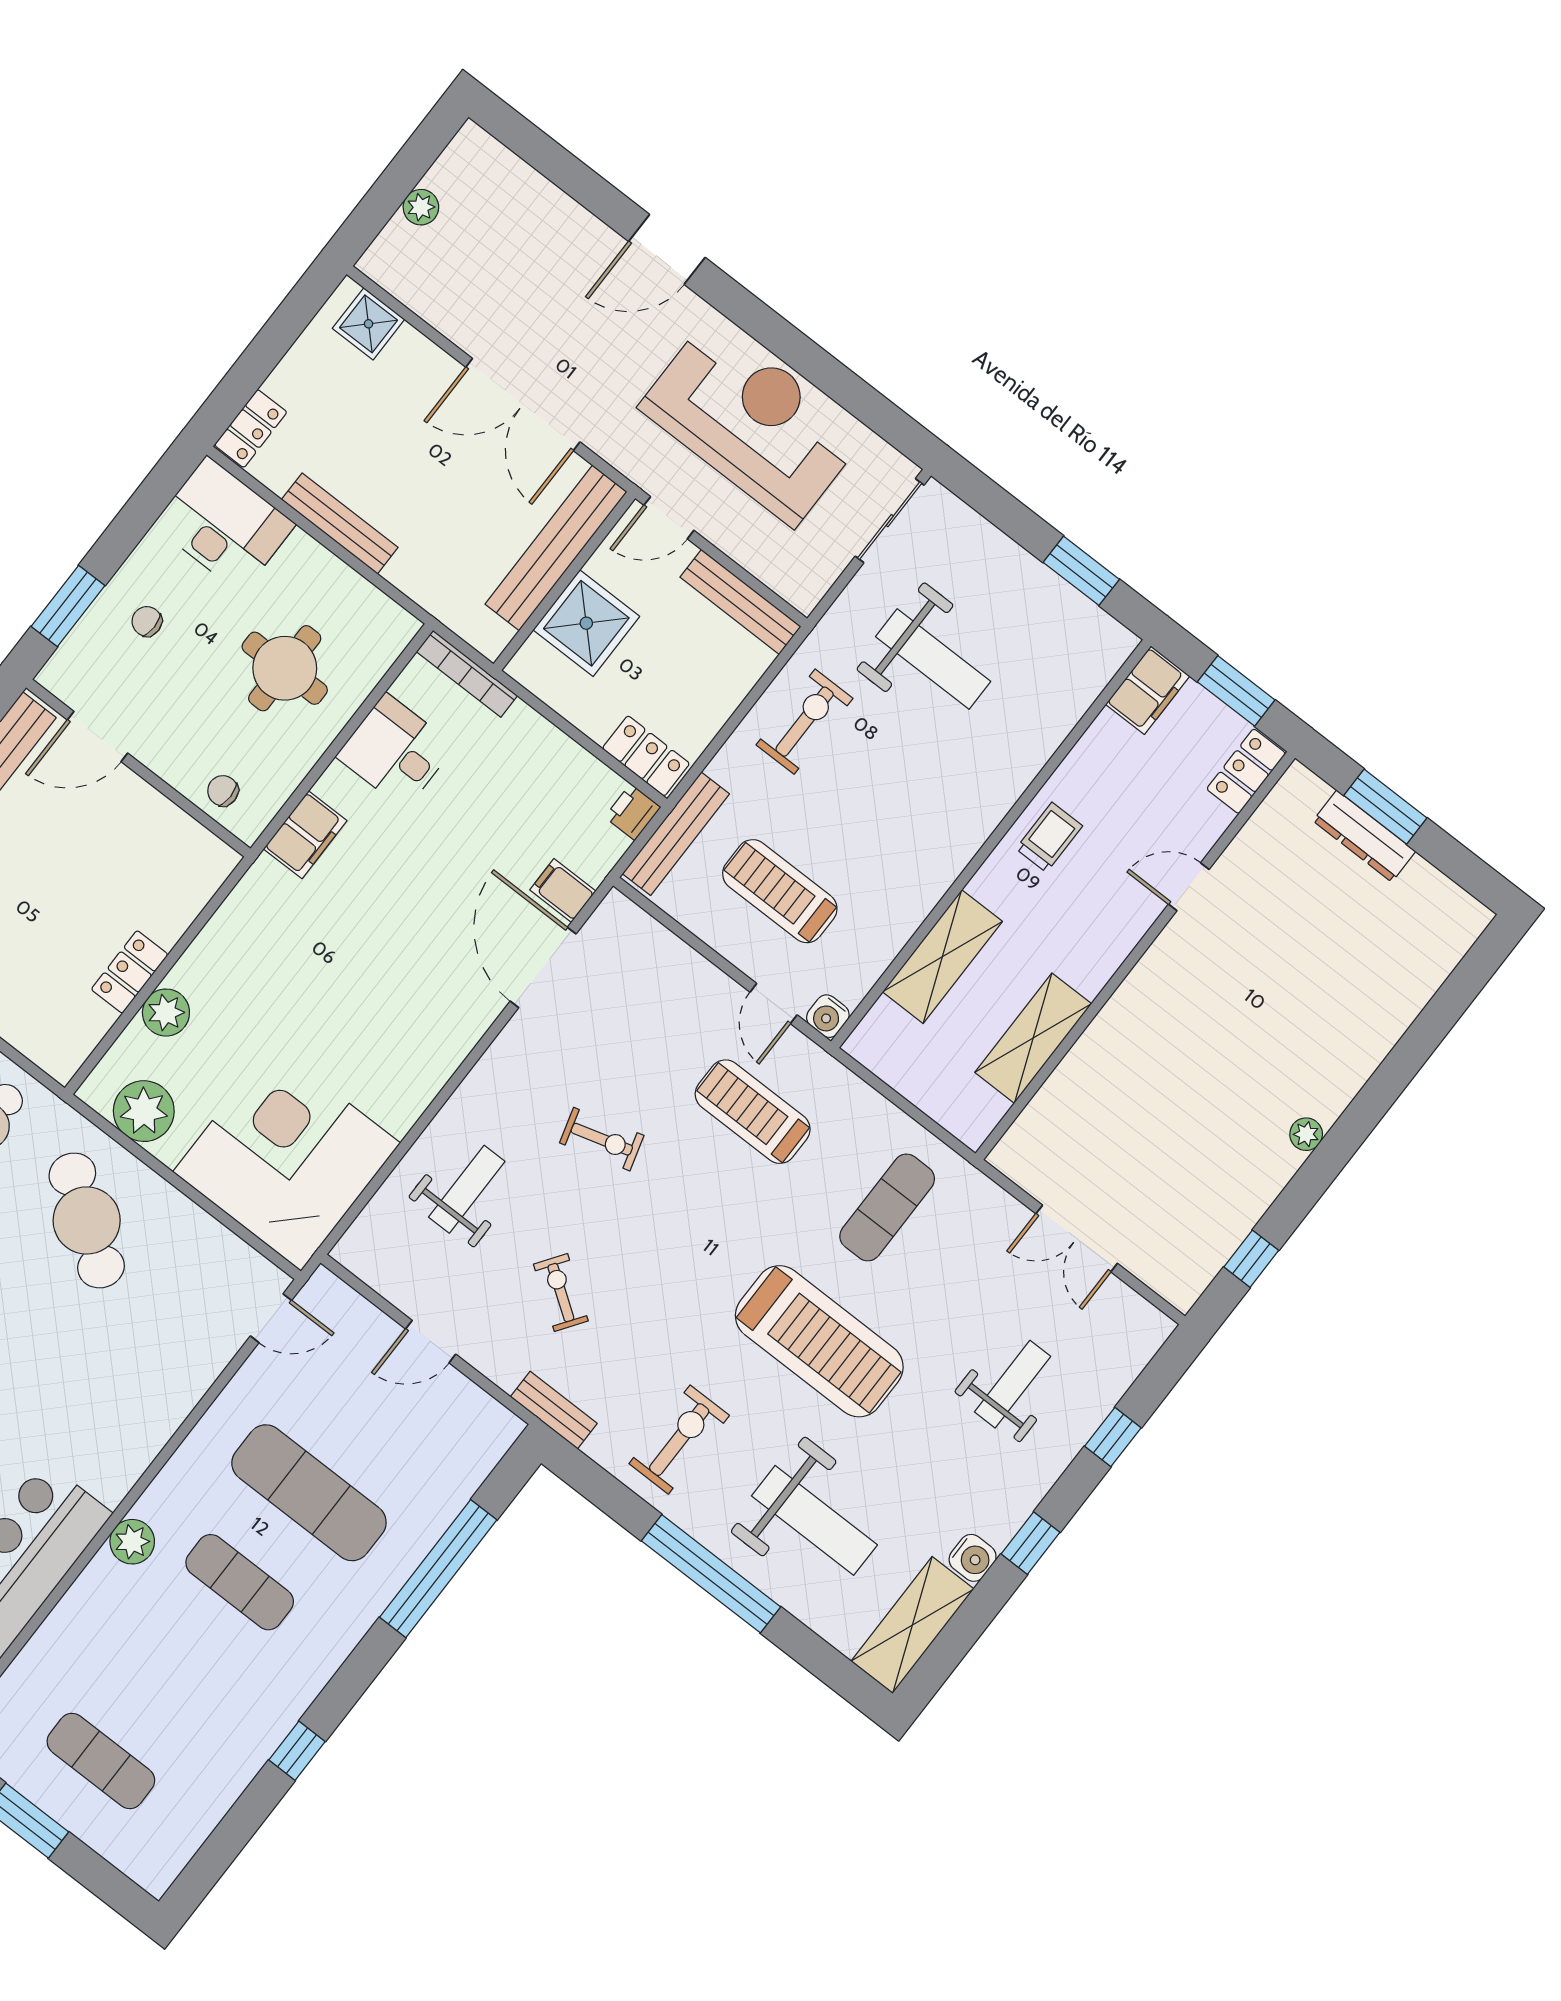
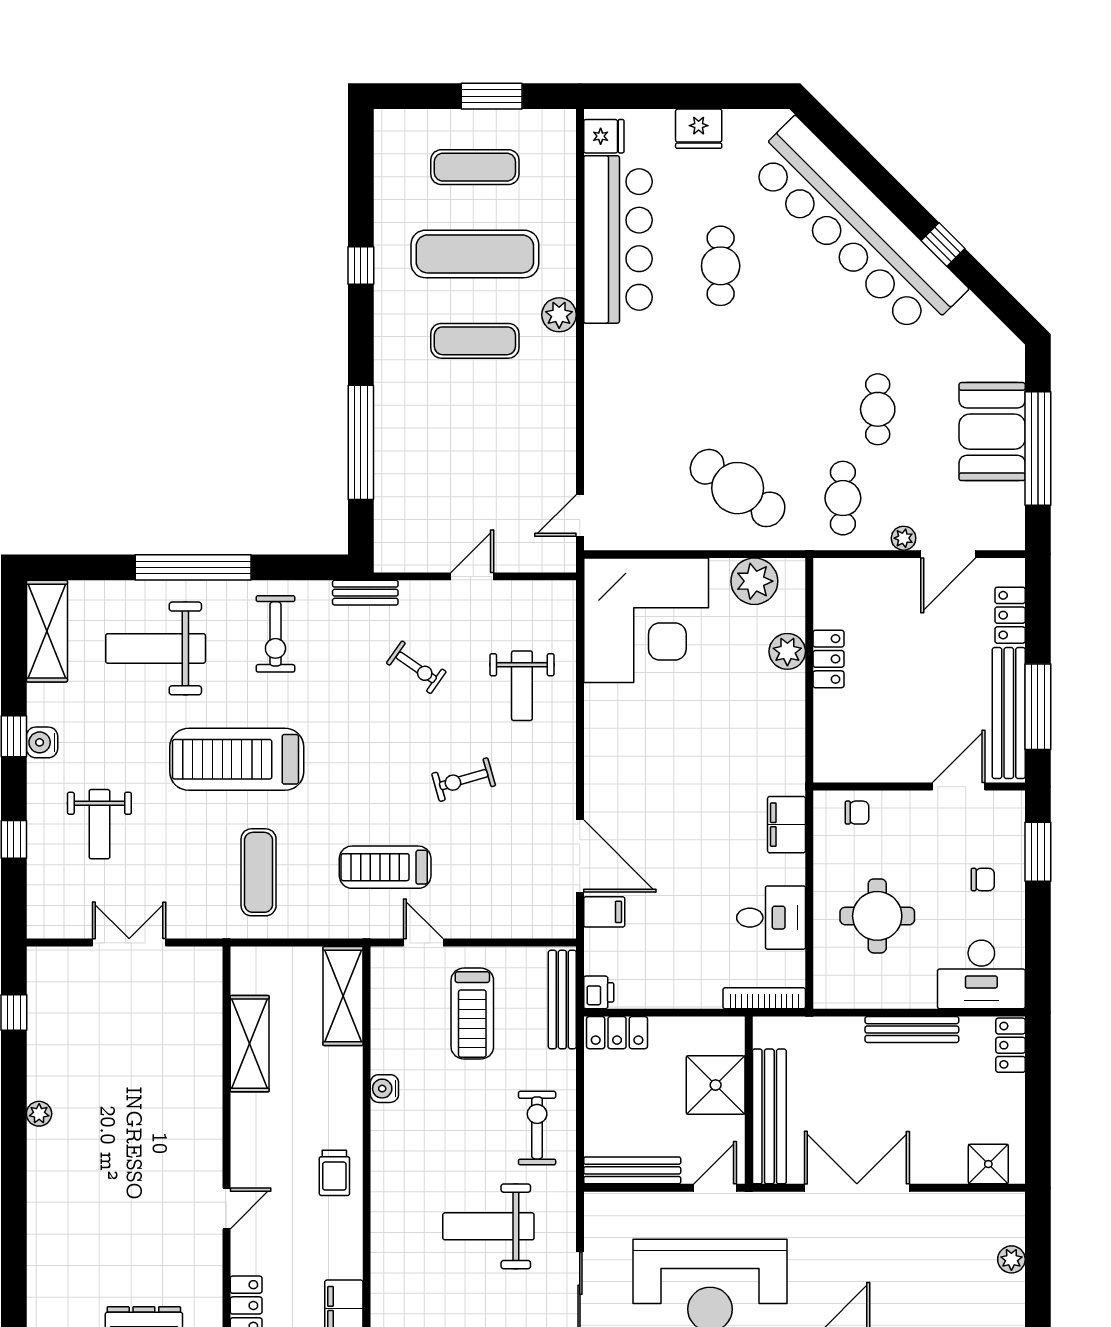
exercise bike: (805, 722) -> (537, 1128), turned 180
treadmill: (780, 891) -> (472, 1014), turned 90
shelving: (942, 957) -> (343, 996), moved
water cooler: (828, 1016) -> (384, 1089), moved, turned -90
treadmill: (753, 1112) -> (385, 867), turned 180
exercise mat: (309, 1493) -> (475, 254), moved
water cooler: (973, 1558) -> (42, 742), moved

